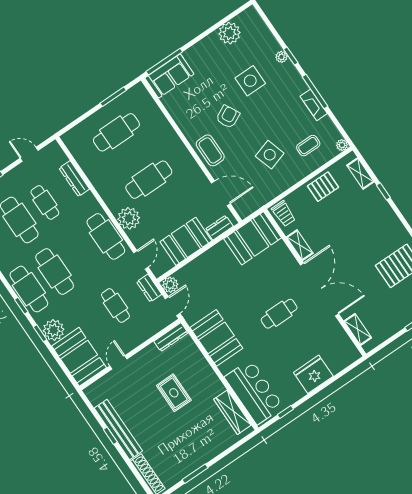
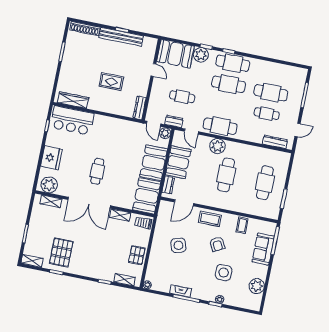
sofa: (169, 76) -> (263, 249), moved
coffee table: (308, 146) -> (242, 225), moved
dresser: (74, 179) -> (275, 142), moved
booth: (216, 338) -> (154, 163), moved, turned 90
plant: (343, 348) -> (49, 185), added

